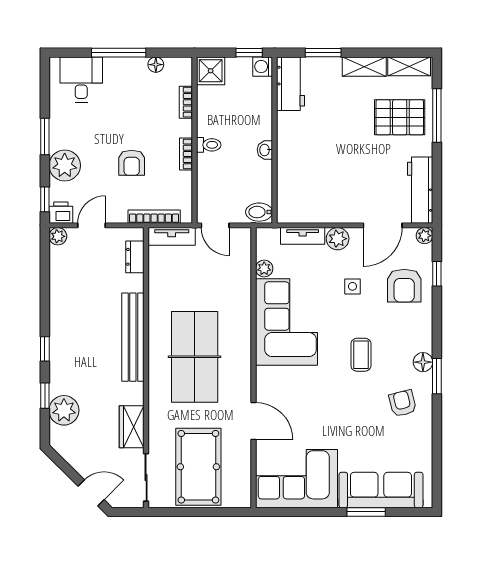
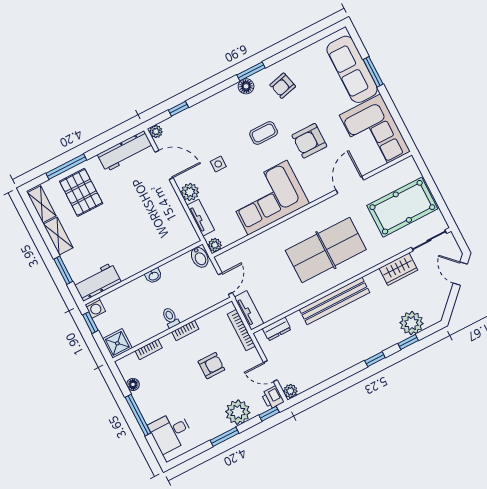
plant: (264, 269) -> (215, 245), moved
armchair: (404, 286) -> (309, 141), moved, turned 180

